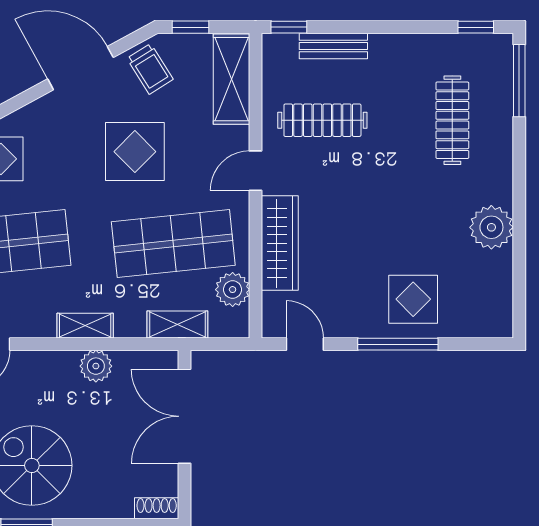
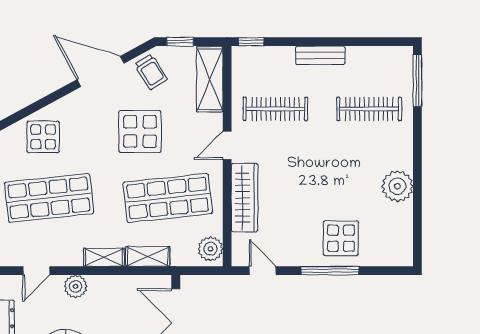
window: (476, 27) -> (386, 42), removed
bench: (333, 46) -> (320, 55), moved
clothes rail: (452, 120) -> (369, 109), turned 90
plant: (233, 290) -> (210, 249), moved
shelving: (177, 325) -> (148, 256), moved
plant: (96, 366) -> (76, 286), moved

